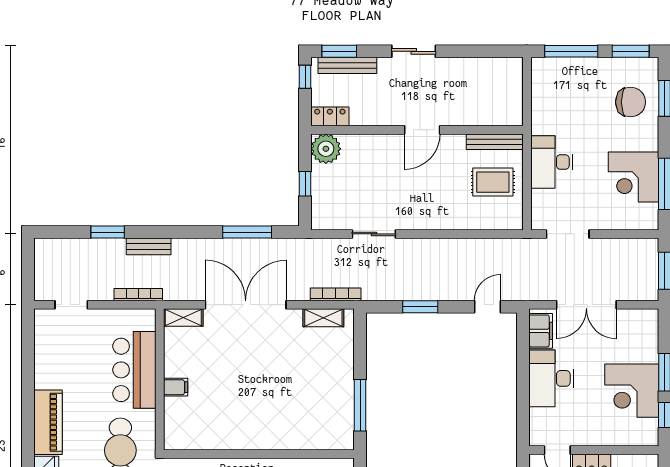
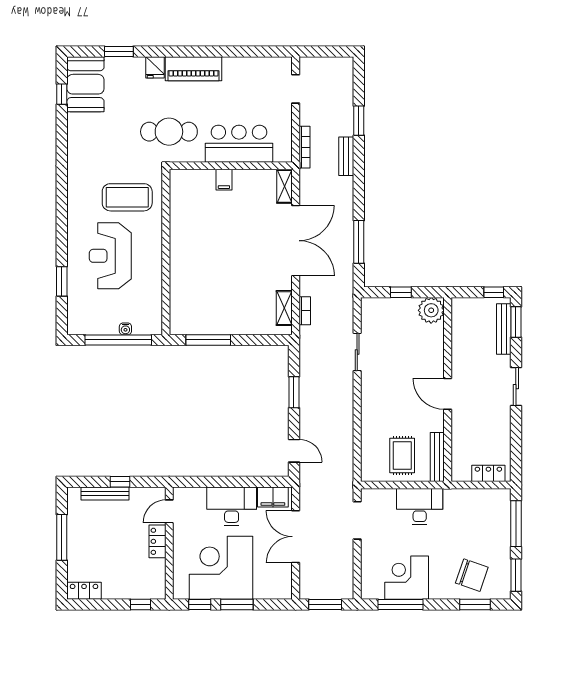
chair: (631, 102) -> (472, 575), turned -71
locker: (330, 116) -> (488, 473), moved, turned -90
bookcase: (336, 294) -> (305, 311), width x0.64
corner desk: (632, 391) -> (221, 568), width x1.36, depth x1.36

